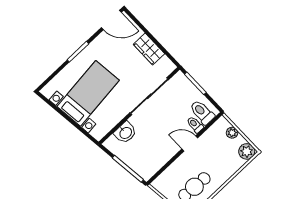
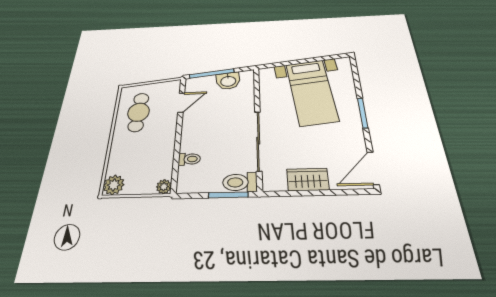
toilet: (202, 112) -> (240, 182), moved, turned 180
washbasin: (125, 133) -> (228, 81), moved, turned -96
plant: (232, 133) -> (164, 187), moved
door: (190, 143) -> (181, 103), moved

